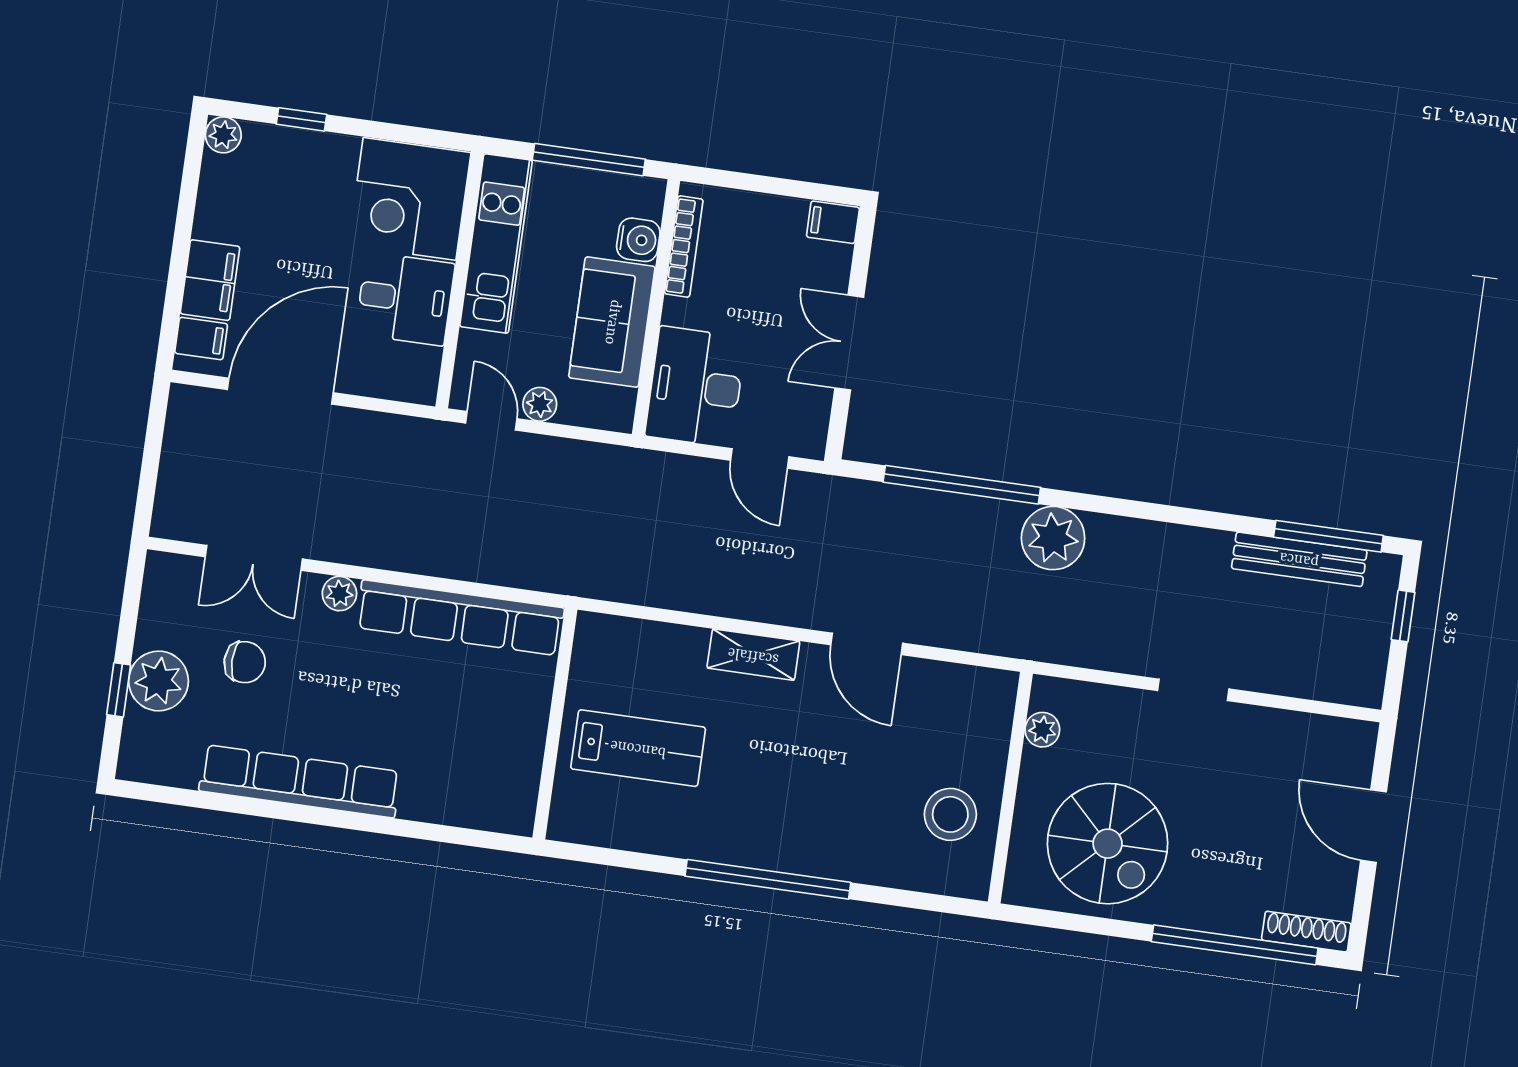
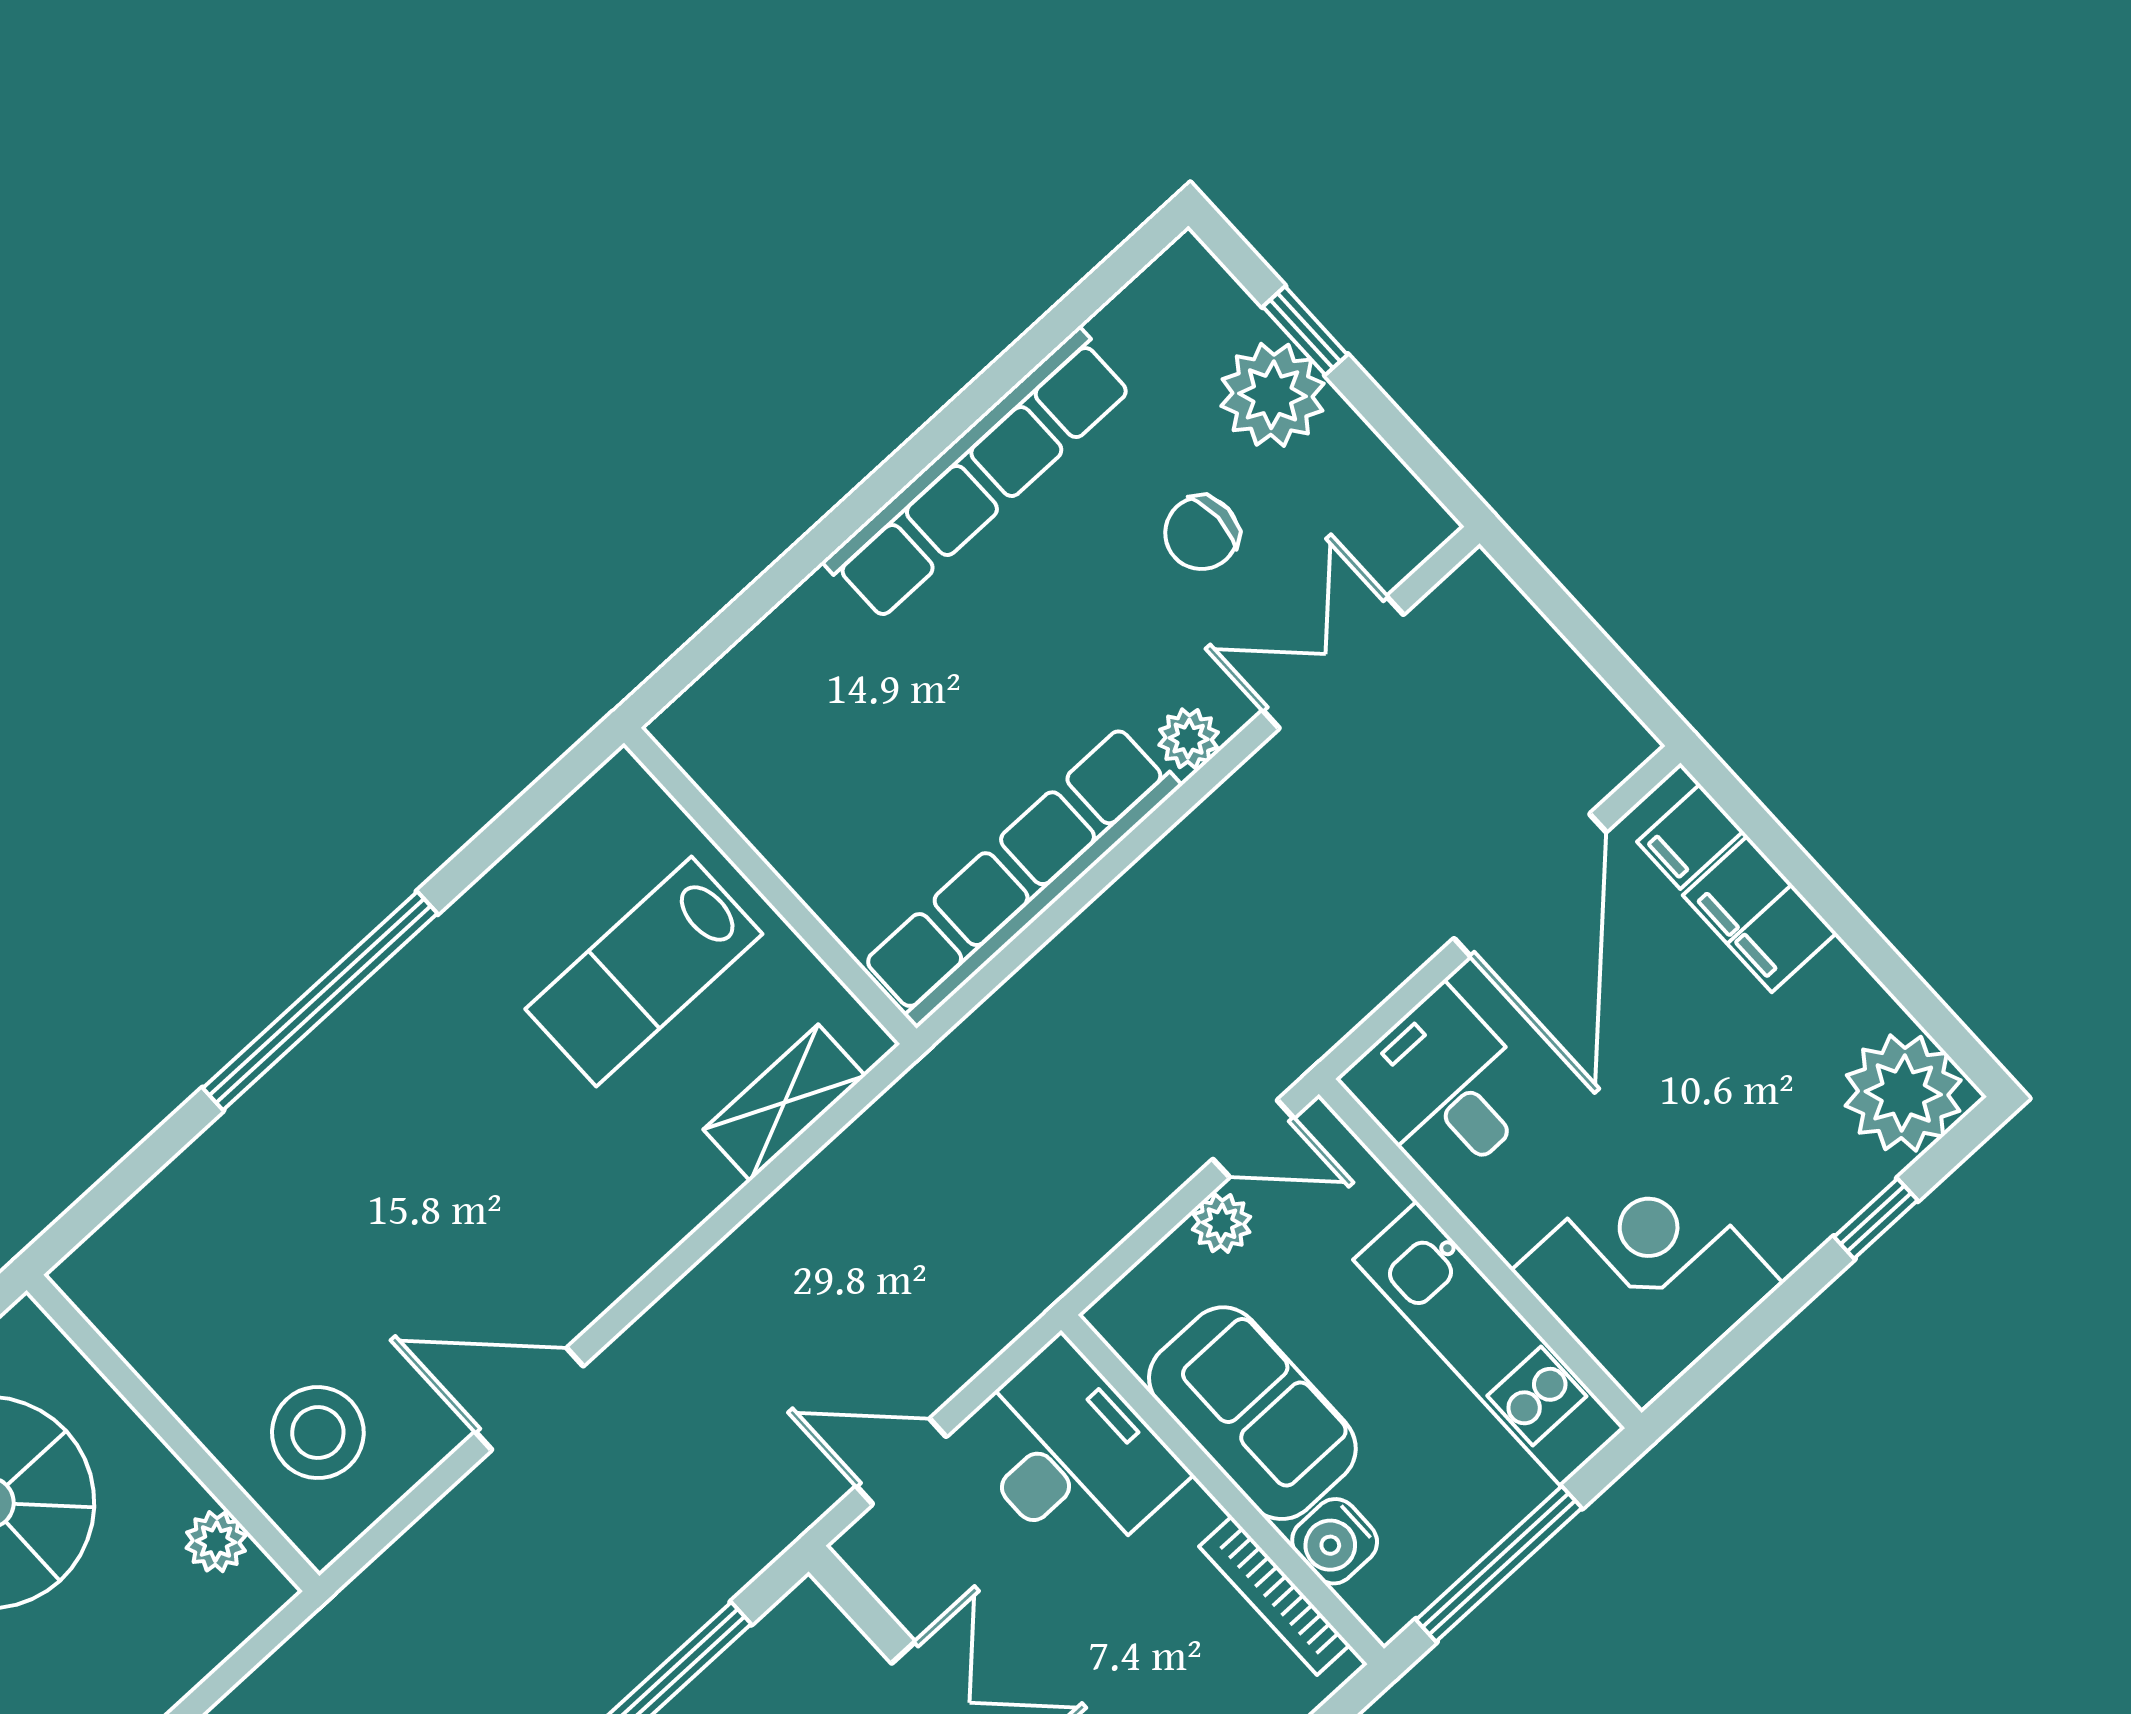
plant: (223, 135) -> (1903, 1093), width x1.88, depth x1.88
desk: (405, 299) -> (1443, 1087), moved, turned 90
shelving: (753, 655) -> (784, 1103), moved
stool: (950, 814) -> (318, 1433), moved

